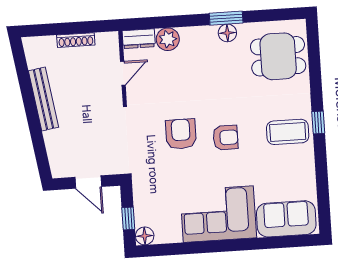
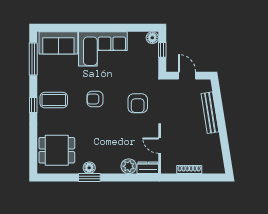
door: (123, 73) -> (160, 146), hinge flipped
bench: (43, 99) -> (210, 113), moved
armchair: (181, 134) -> (138, 103), moved
window: (323, 192) -> (33, 59), added

